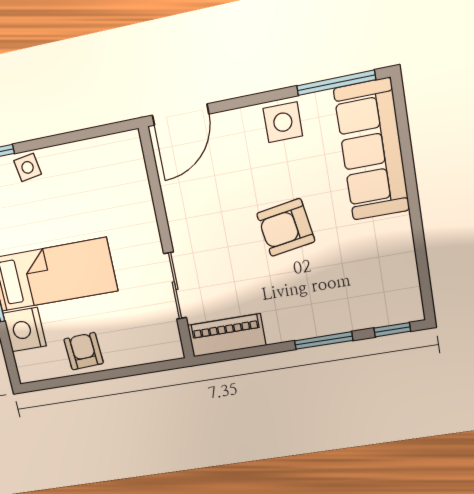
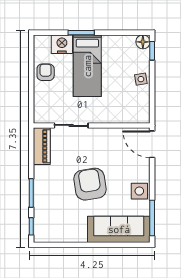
side table: (28, 167) -> (141, 79), moved
armchair: (286, 228) -> (90, 184), width x1.36, depth x1.36
armchair: (84, 351) -> (46, 72), turned -87

